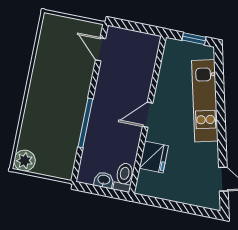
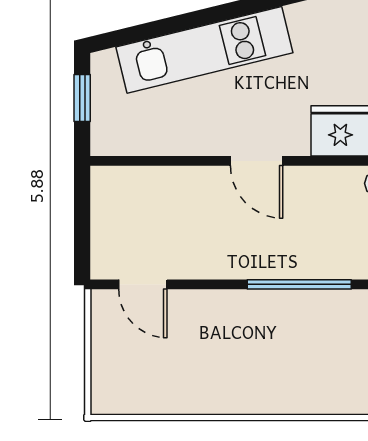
door: (100, 49) -> (143, 284), hinge flipped

